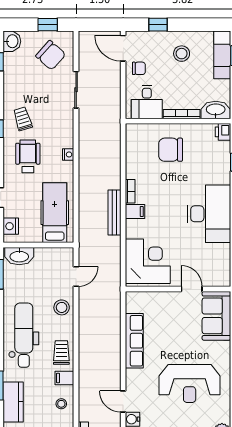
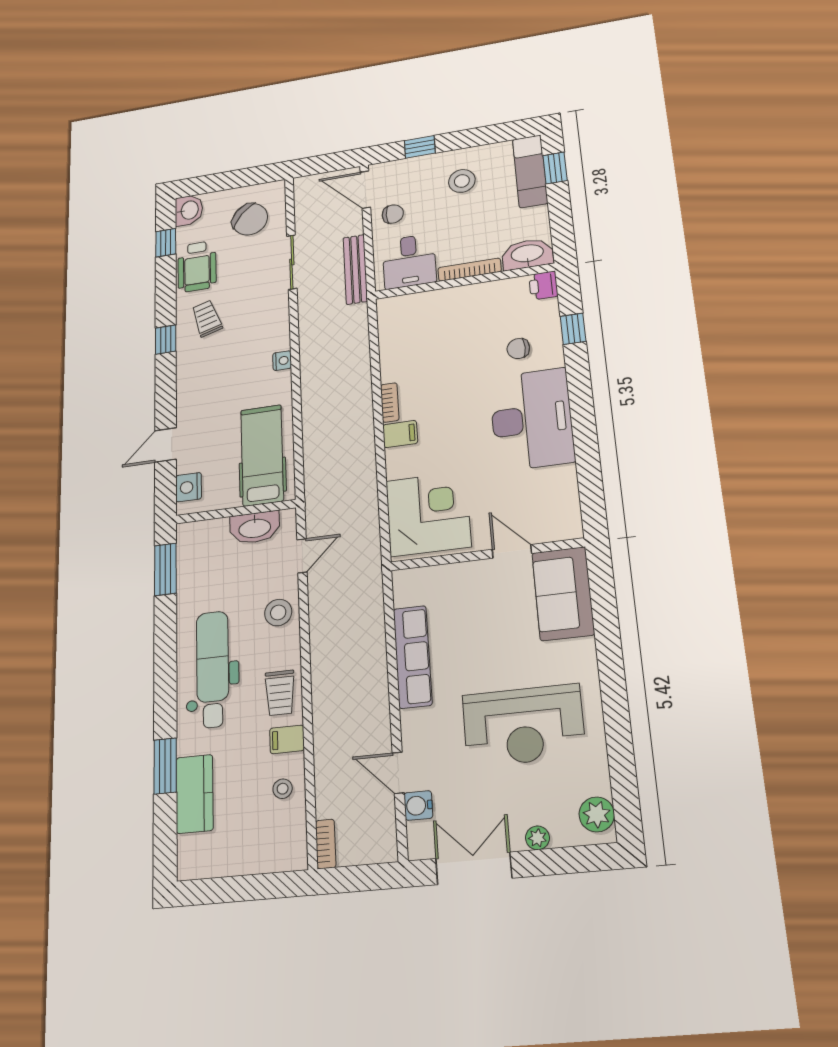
window: (48, 25) -> (244, 178), removed
chair: (171, 150) -> (518, 349), moved, width x0.54, depth x0.54
wheelchair: (28, 156) -> (197, 266), moved, turned 180
bench: (114, 213) -> (355, 269), moved
washbasin: (19, 256) -> (255, 528), moved
trolley: (61, 352) -> (280, 693), turned 180

